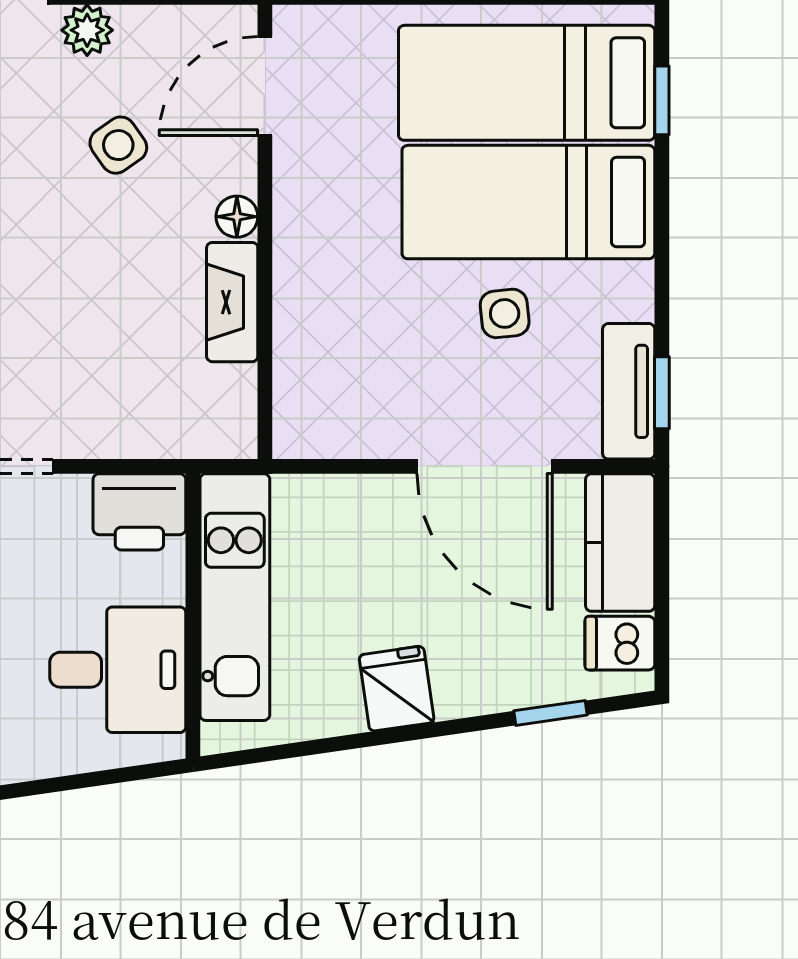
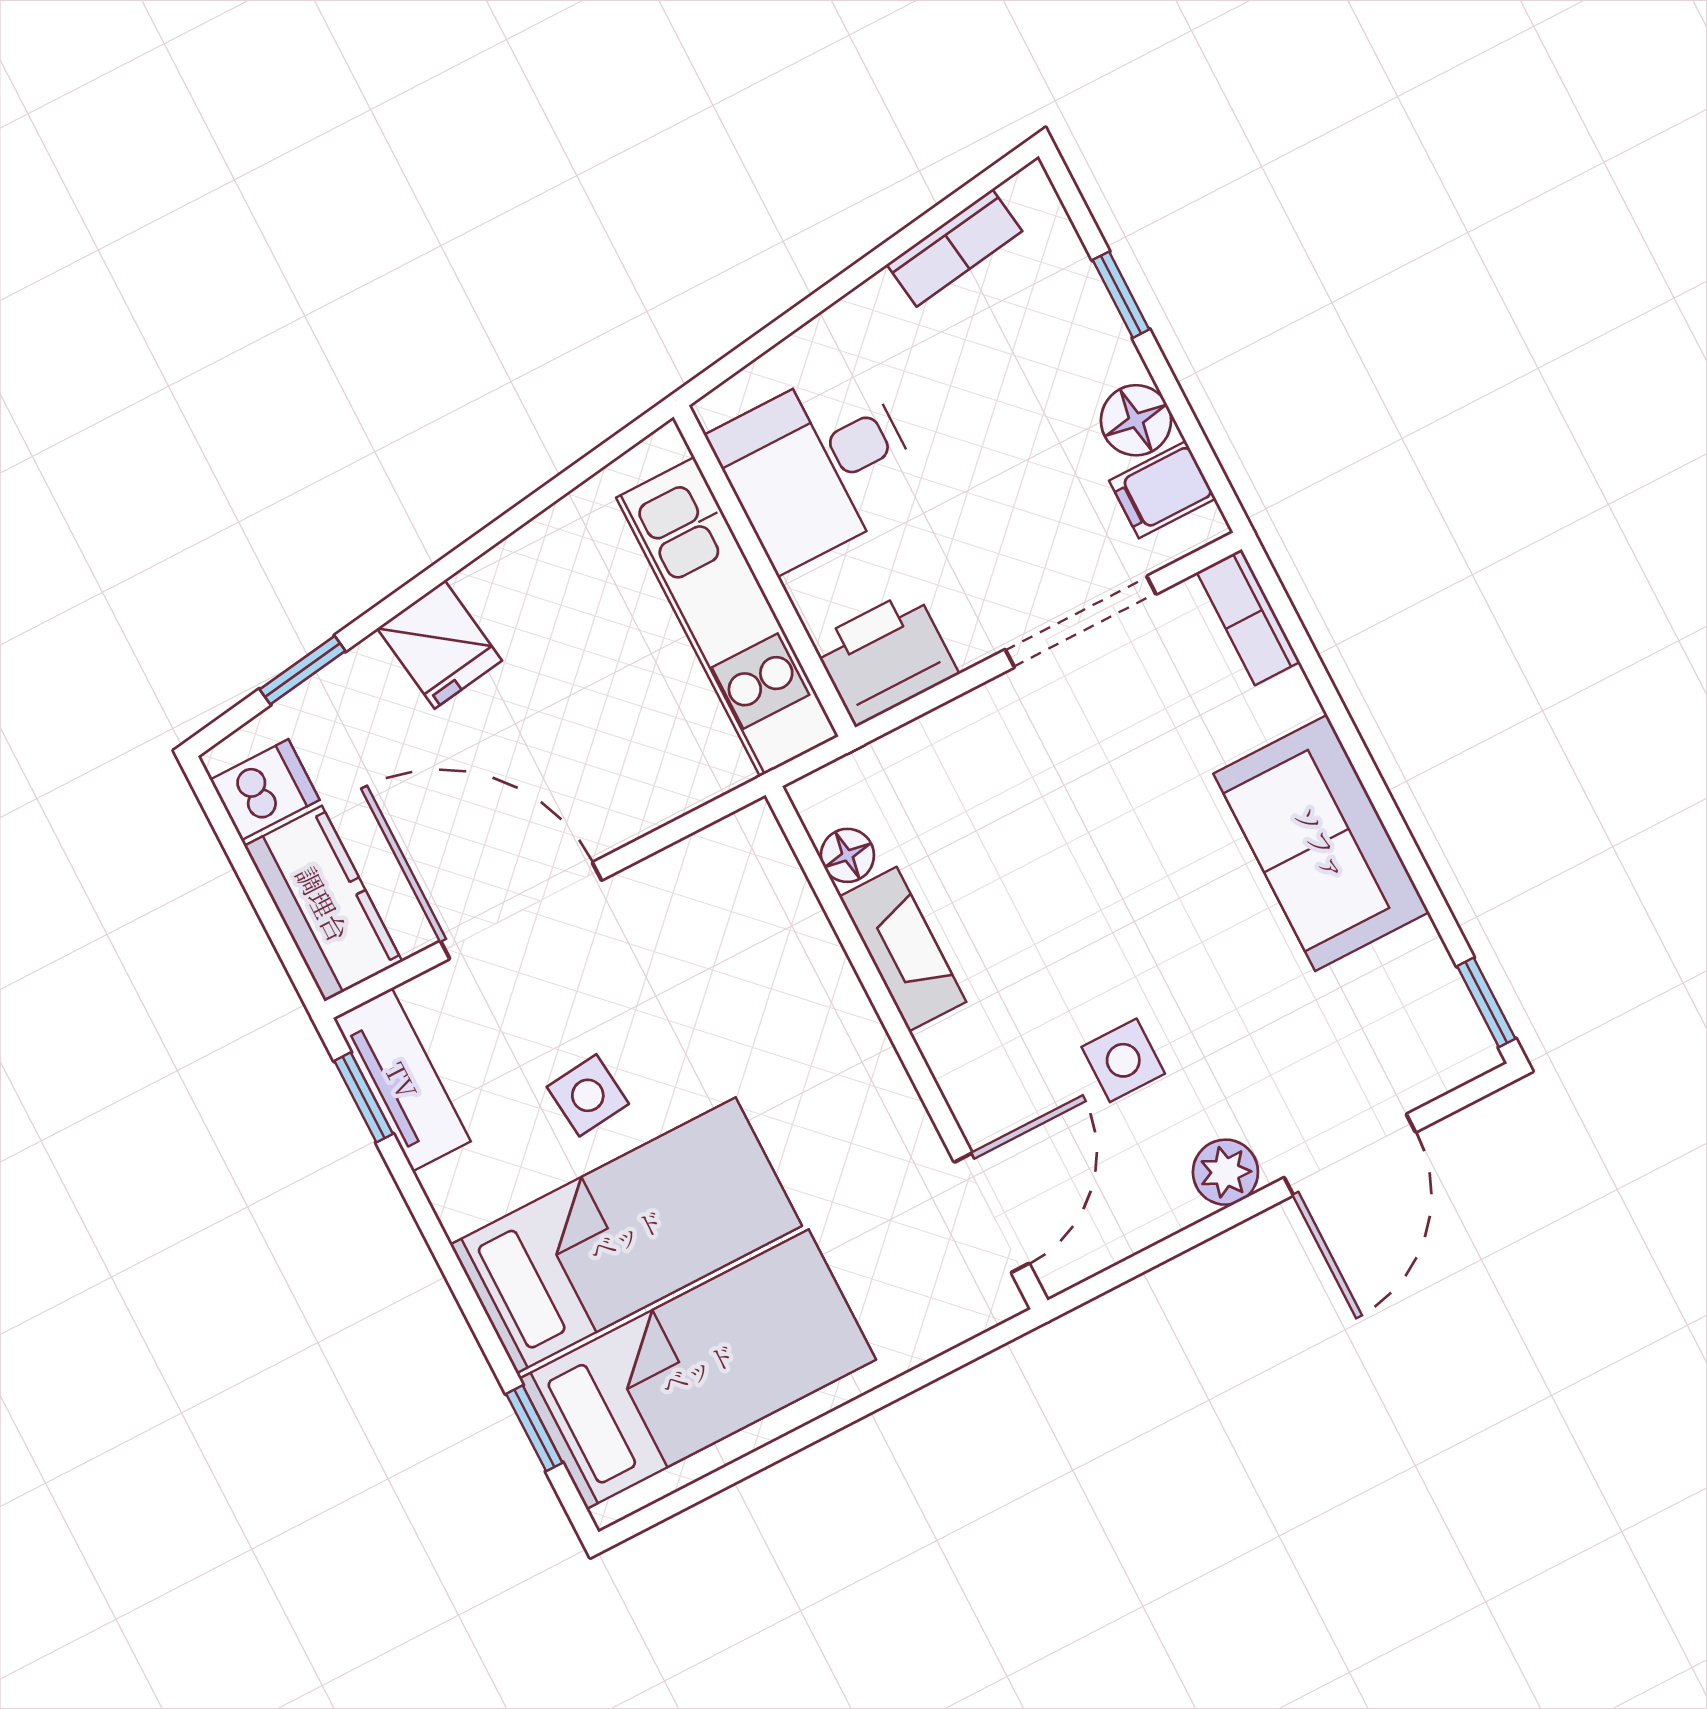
side table: (118, 145) -> (1123, 1060), turned 35
floor lamp: (237, 217) -> (847, 855), moved
fridge: (397, 689) -> (440, 644), moved

